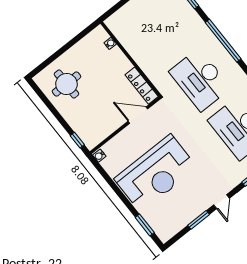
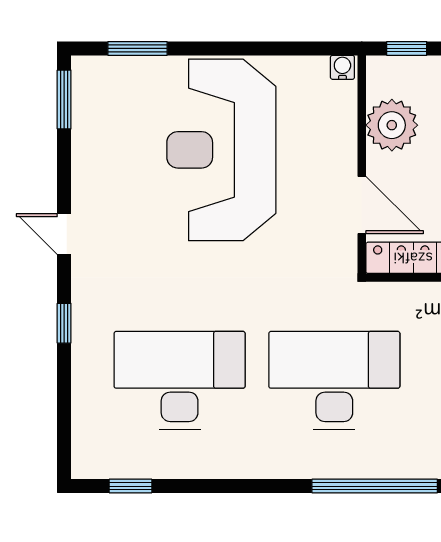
door: (138, 115) -> (362, 205), hinge flipped
plant: (105, 126) -> (392, 125), added
window: (199, 220) -> (64, 100), moved

